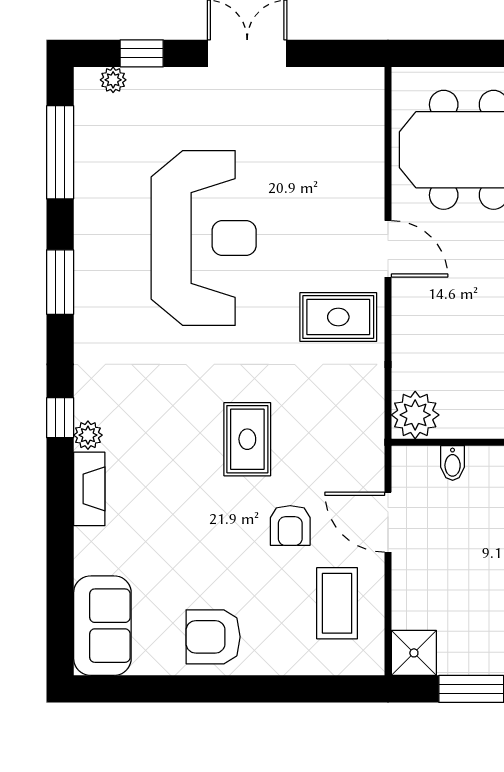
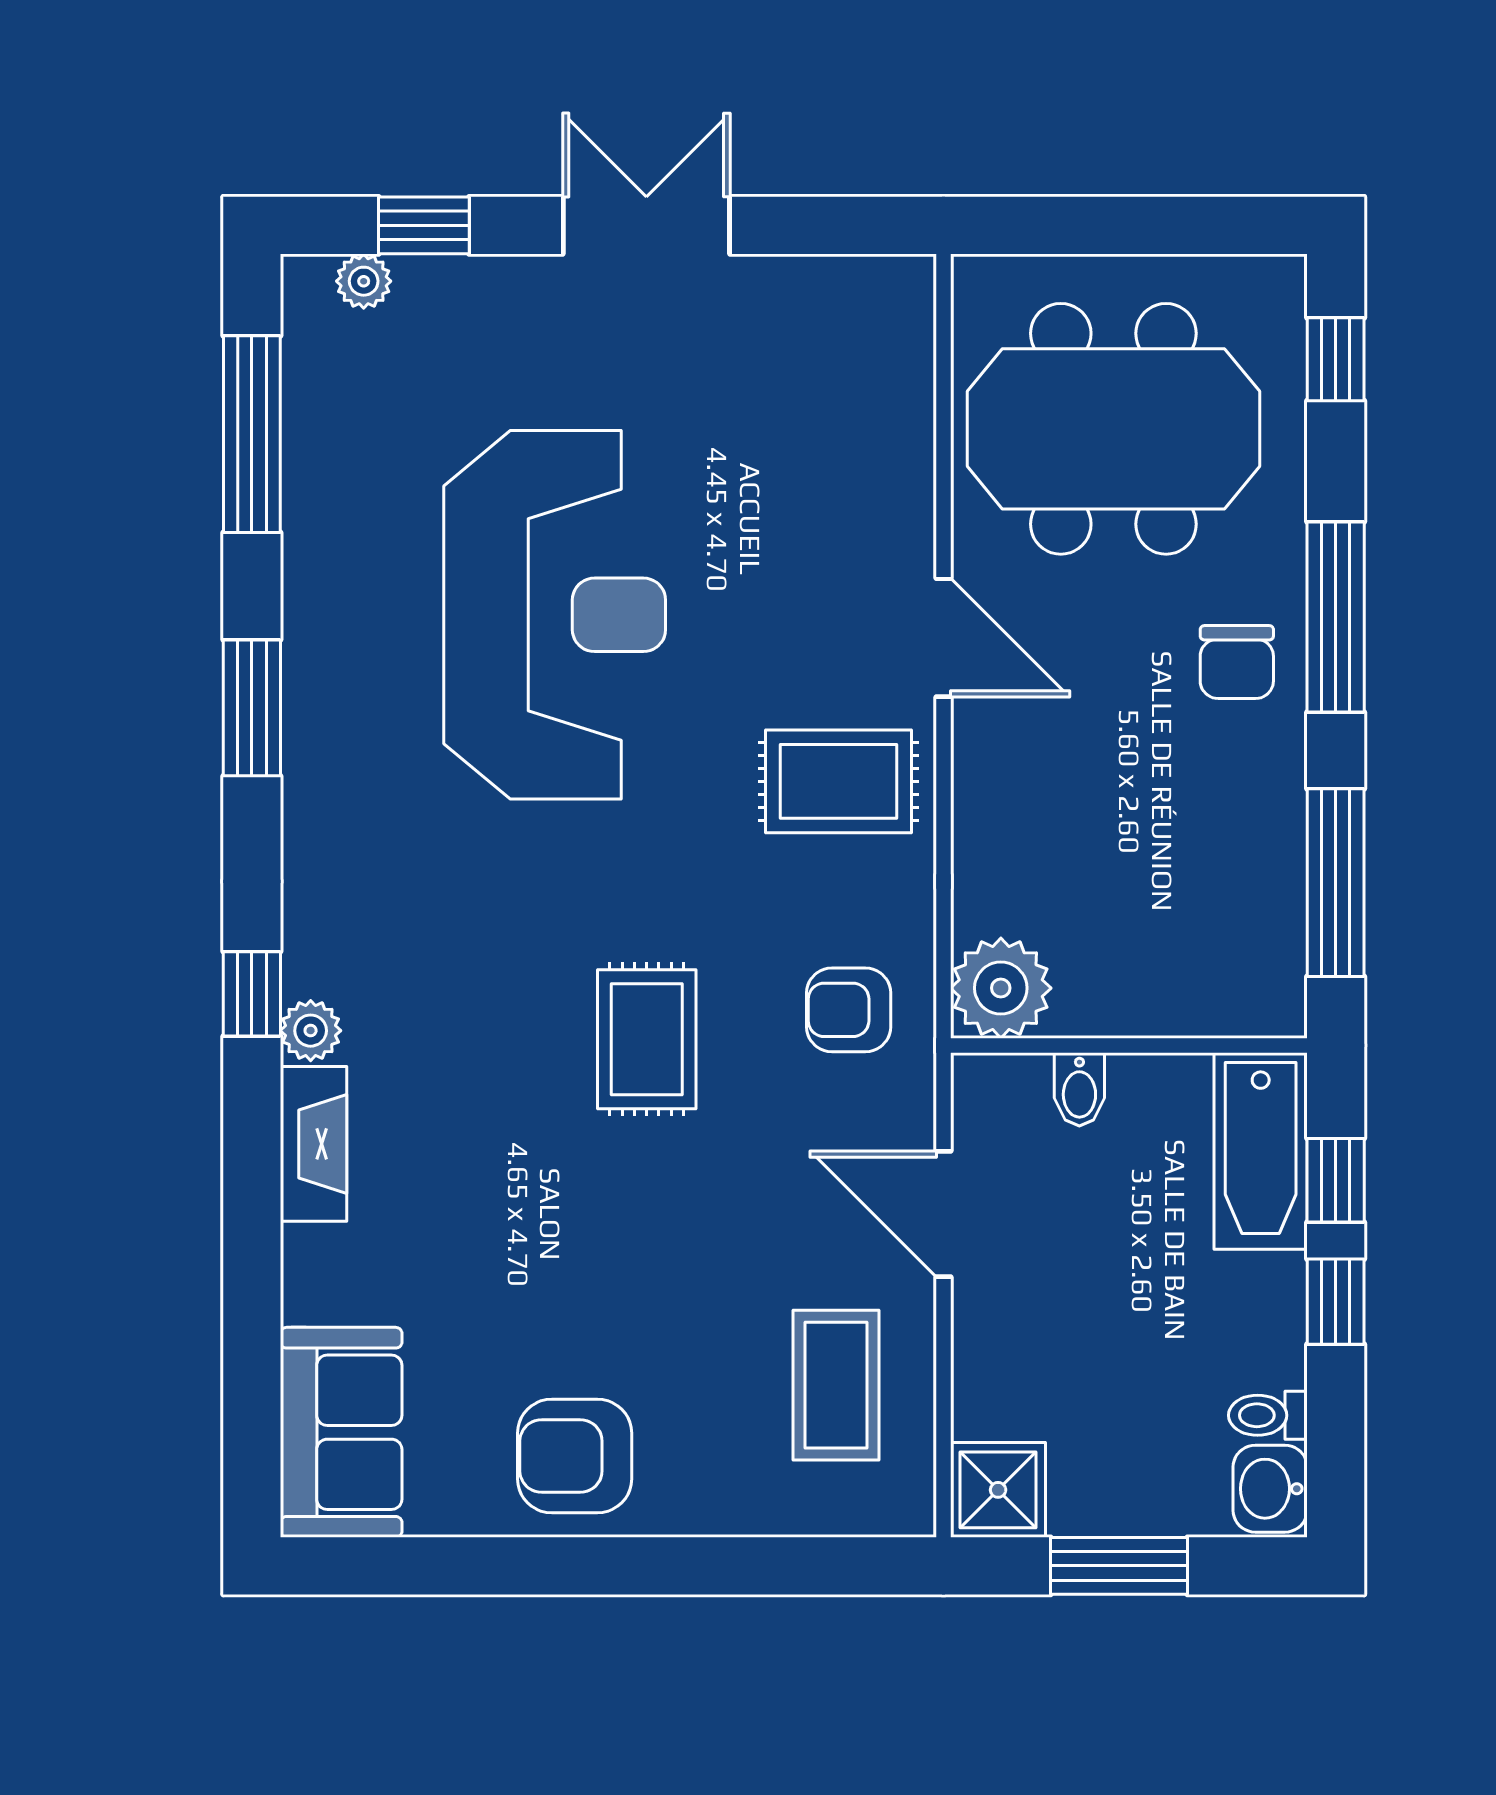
armchair: (290, 525) -> (849, 1010), moved, turned 90

